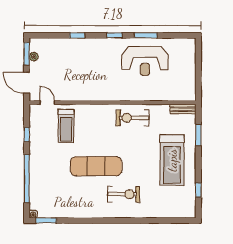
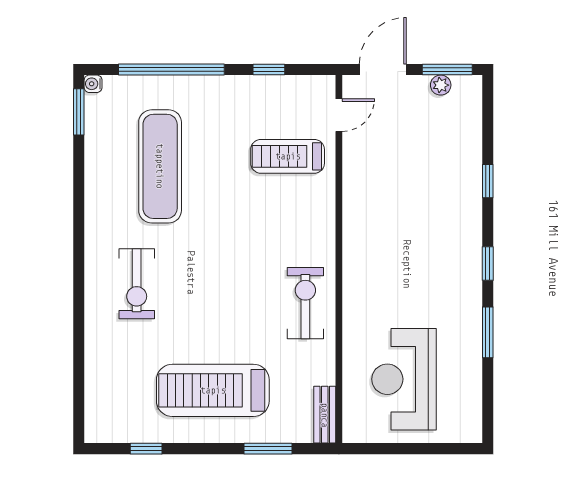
reception desk: (145, 61) -> (404, 379), moved
exercise mat: (96, 166) -> (160, 166), moved

